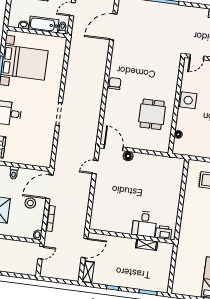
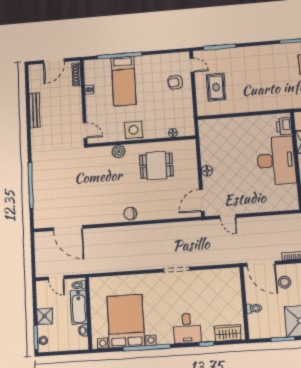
plant: (172, 83) -> (119, 152), added
floor lamp: (128, 156) -> (207, 171), moved
desk: (145, 224) -> (276, 160), width x1.87, depth x1.30

